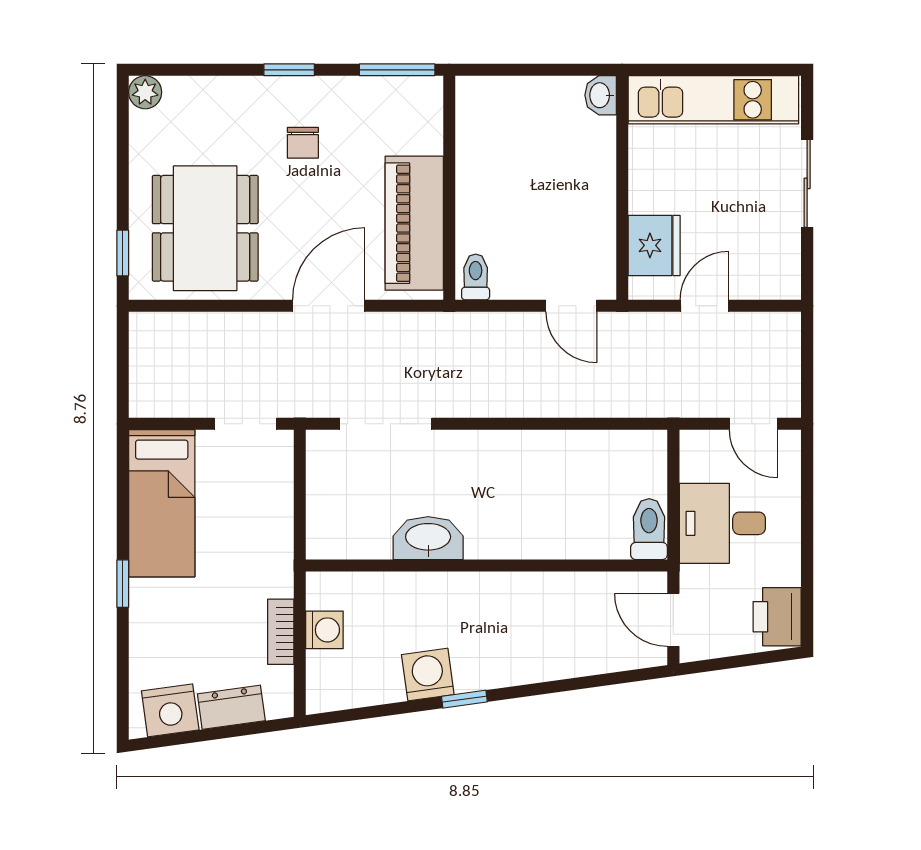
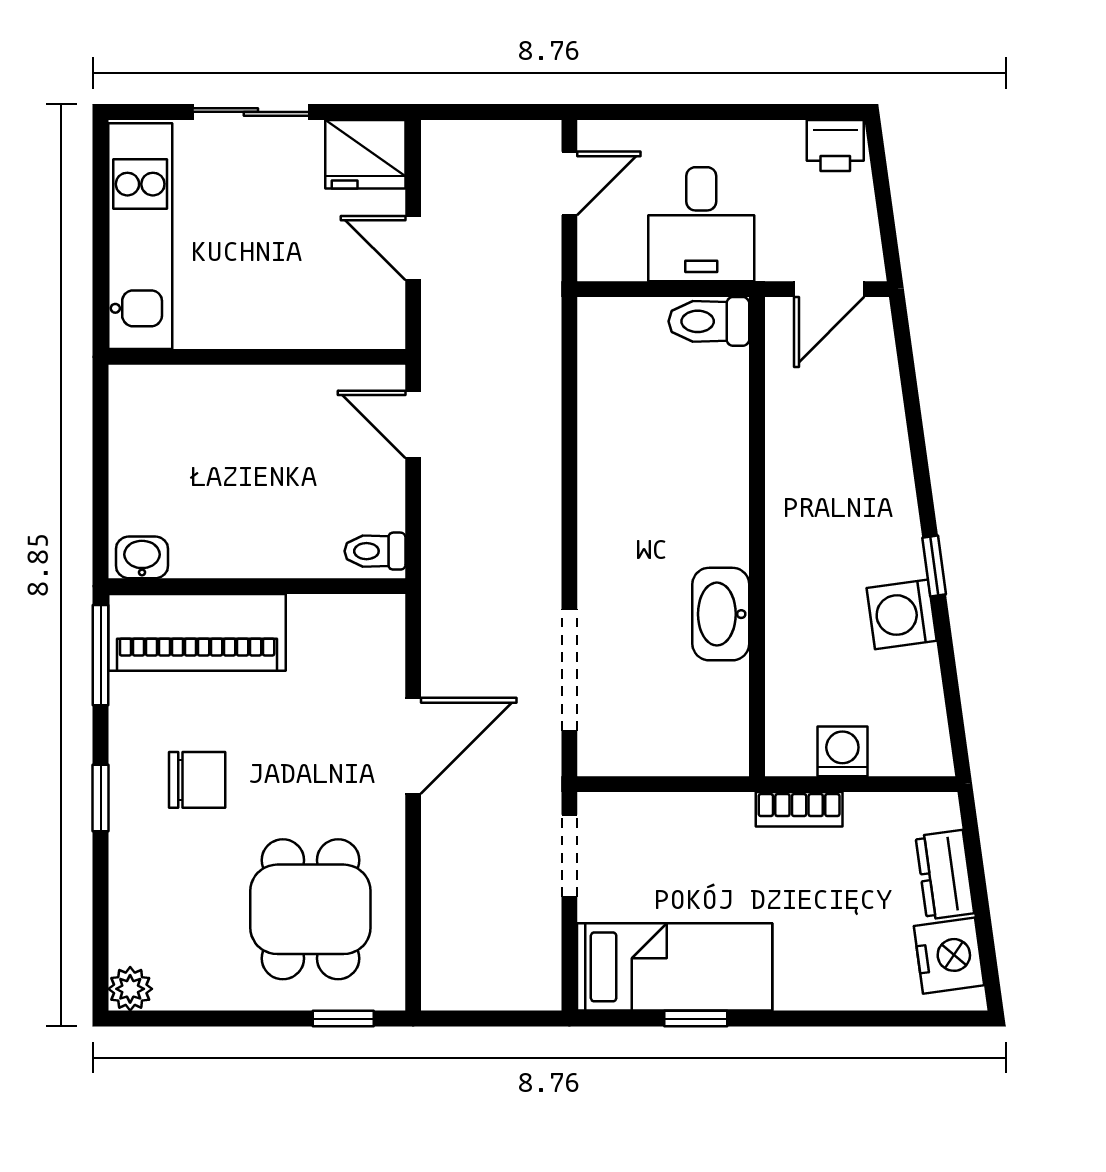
washbasin: (601, 95) -> (142, 557), moved, turned 180
chair: (303, 143) -> (197, 780), width x1.37, depth x1.37
piano: (414, 223) -> (197, 632), moved
dining table: (205, 228) -> (310, 909), width x0.73
fridge: (654, 245) -> (365, 154), moved, turned 180
door: (329, 306) -> (413, 746), swing flipped
door: (571, 306) -> (413, 424), swing flipped
window: (123, 584) -> (696, 1019), moved
printer: (777, 617) -> (835, 145), width x0.73, depth x0.81
bookcase: (281, 632) -> (799, 809), moved

